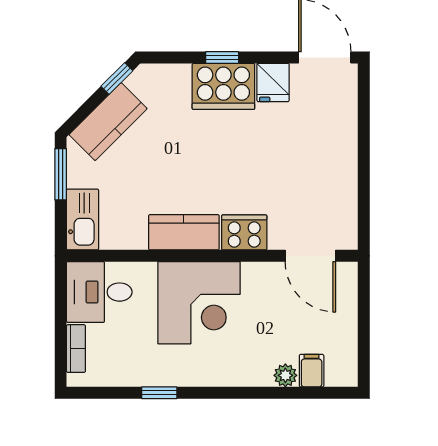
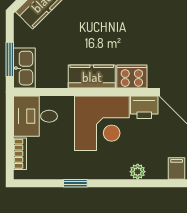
window: (61, 174) -> (10, 59), moved
printer: (263, 279) -> (144, 107), added
plant: (285, 375) -> (138, 172), moved

